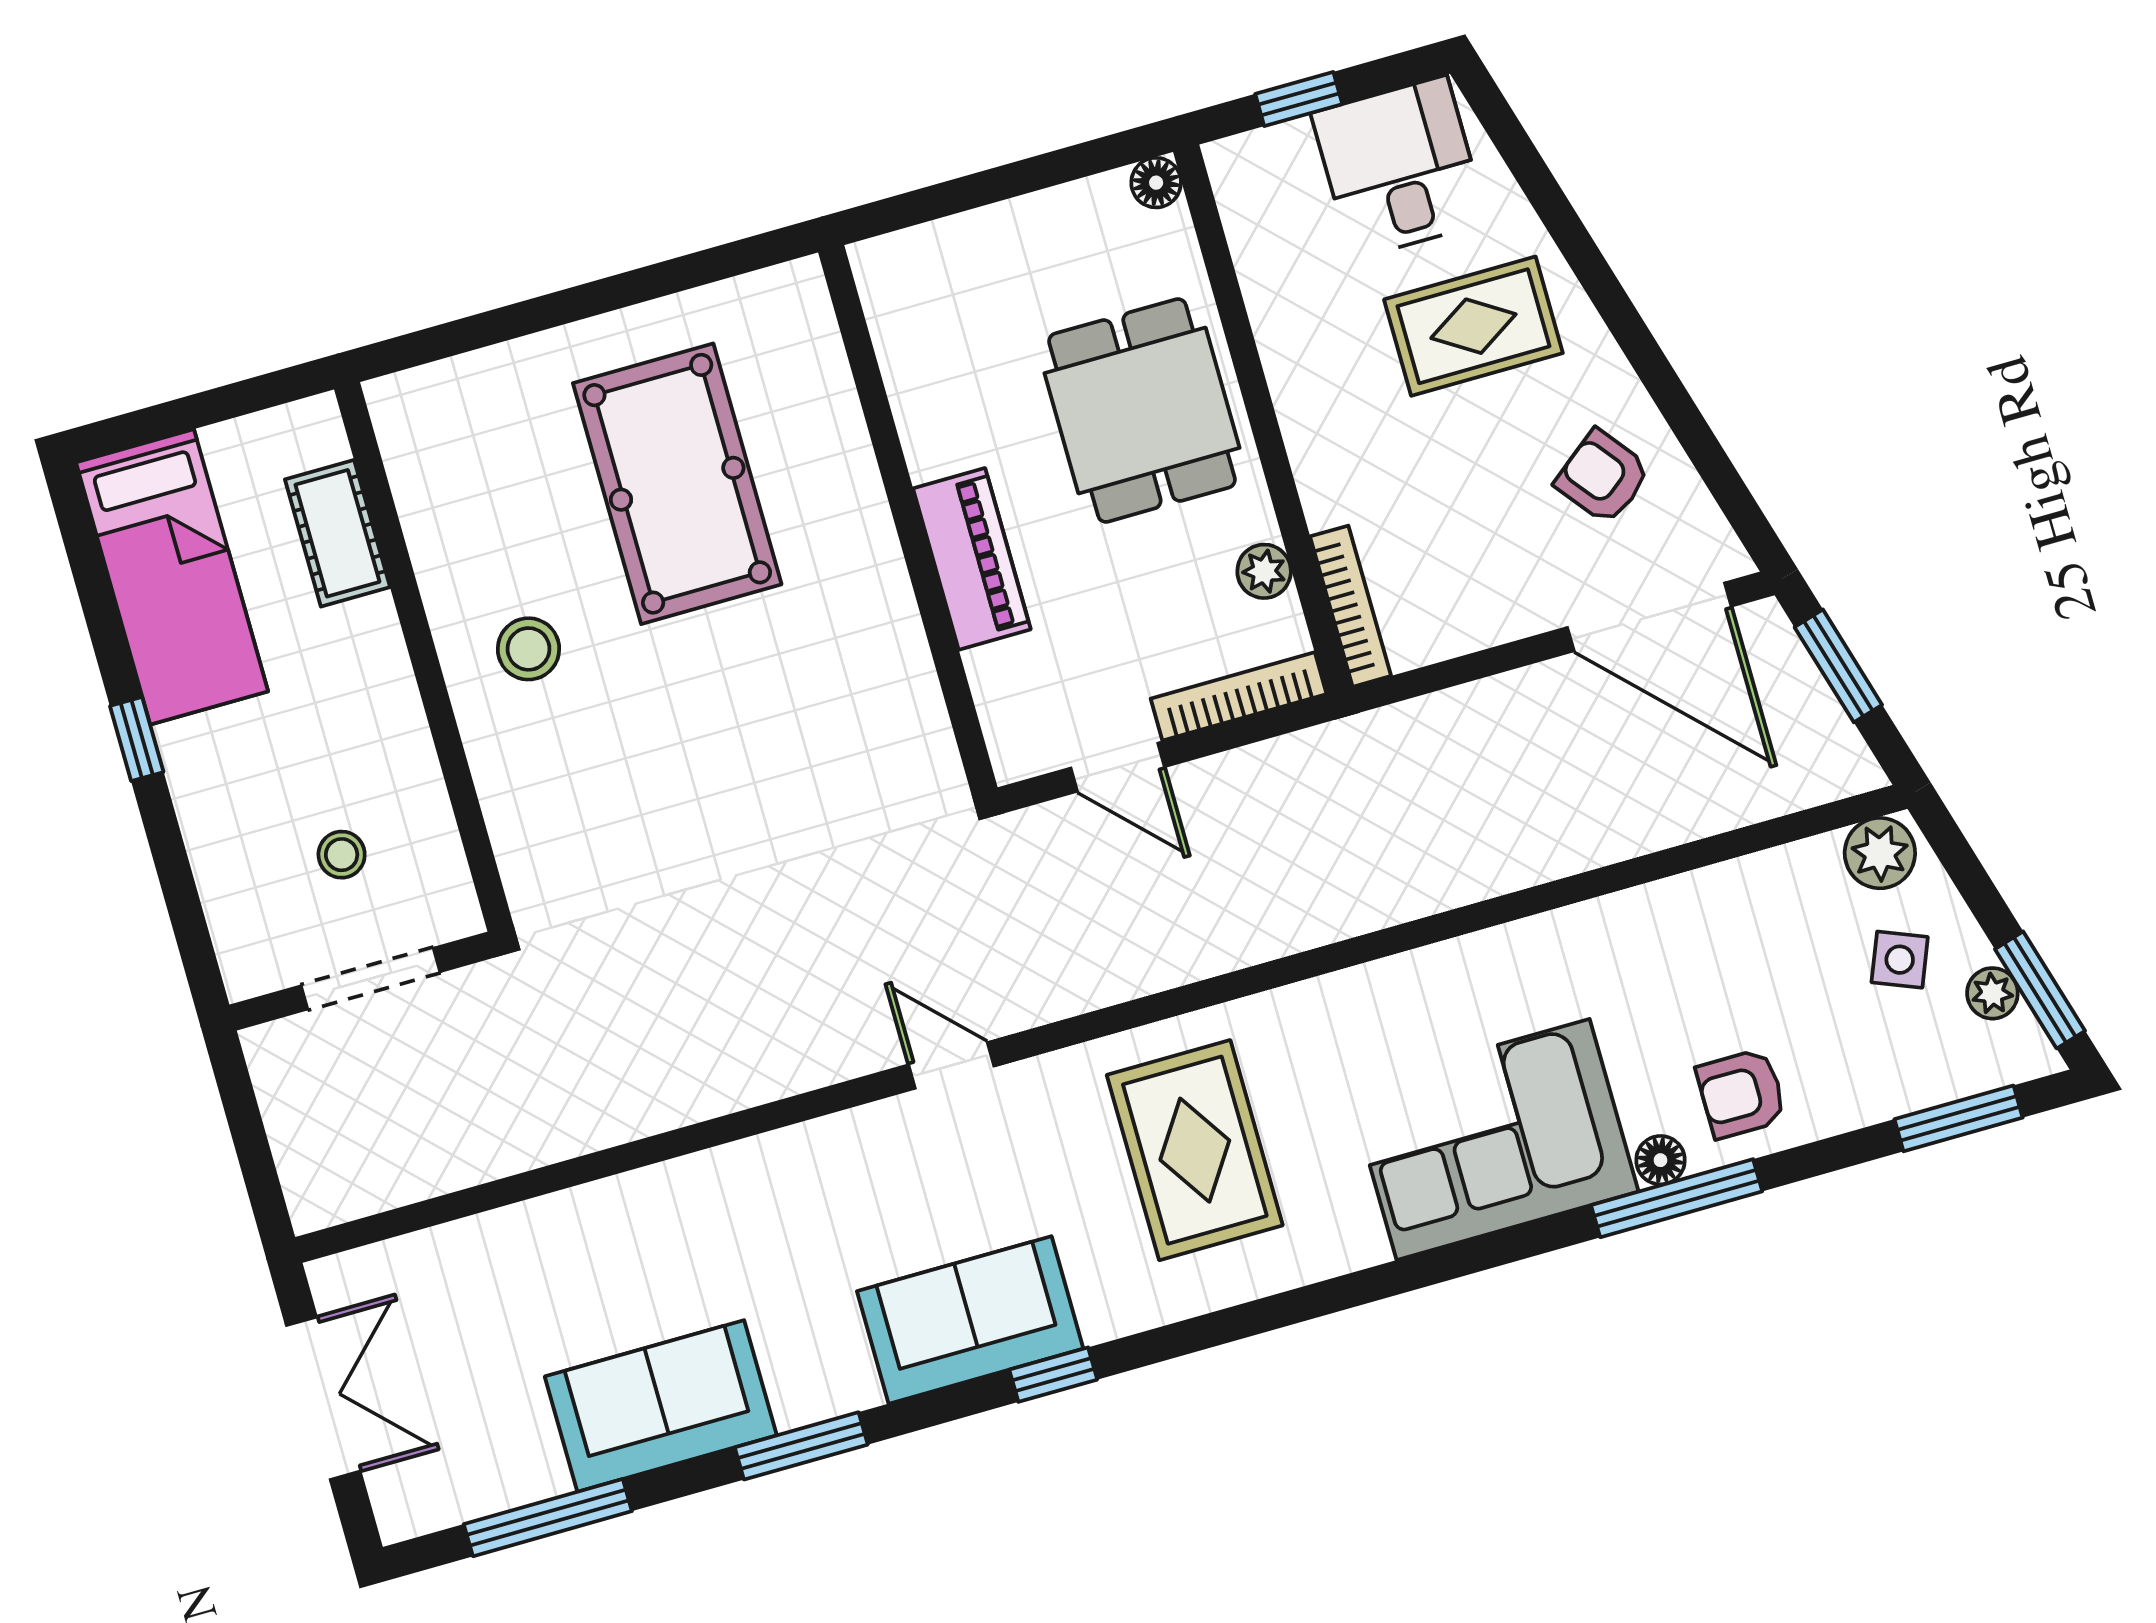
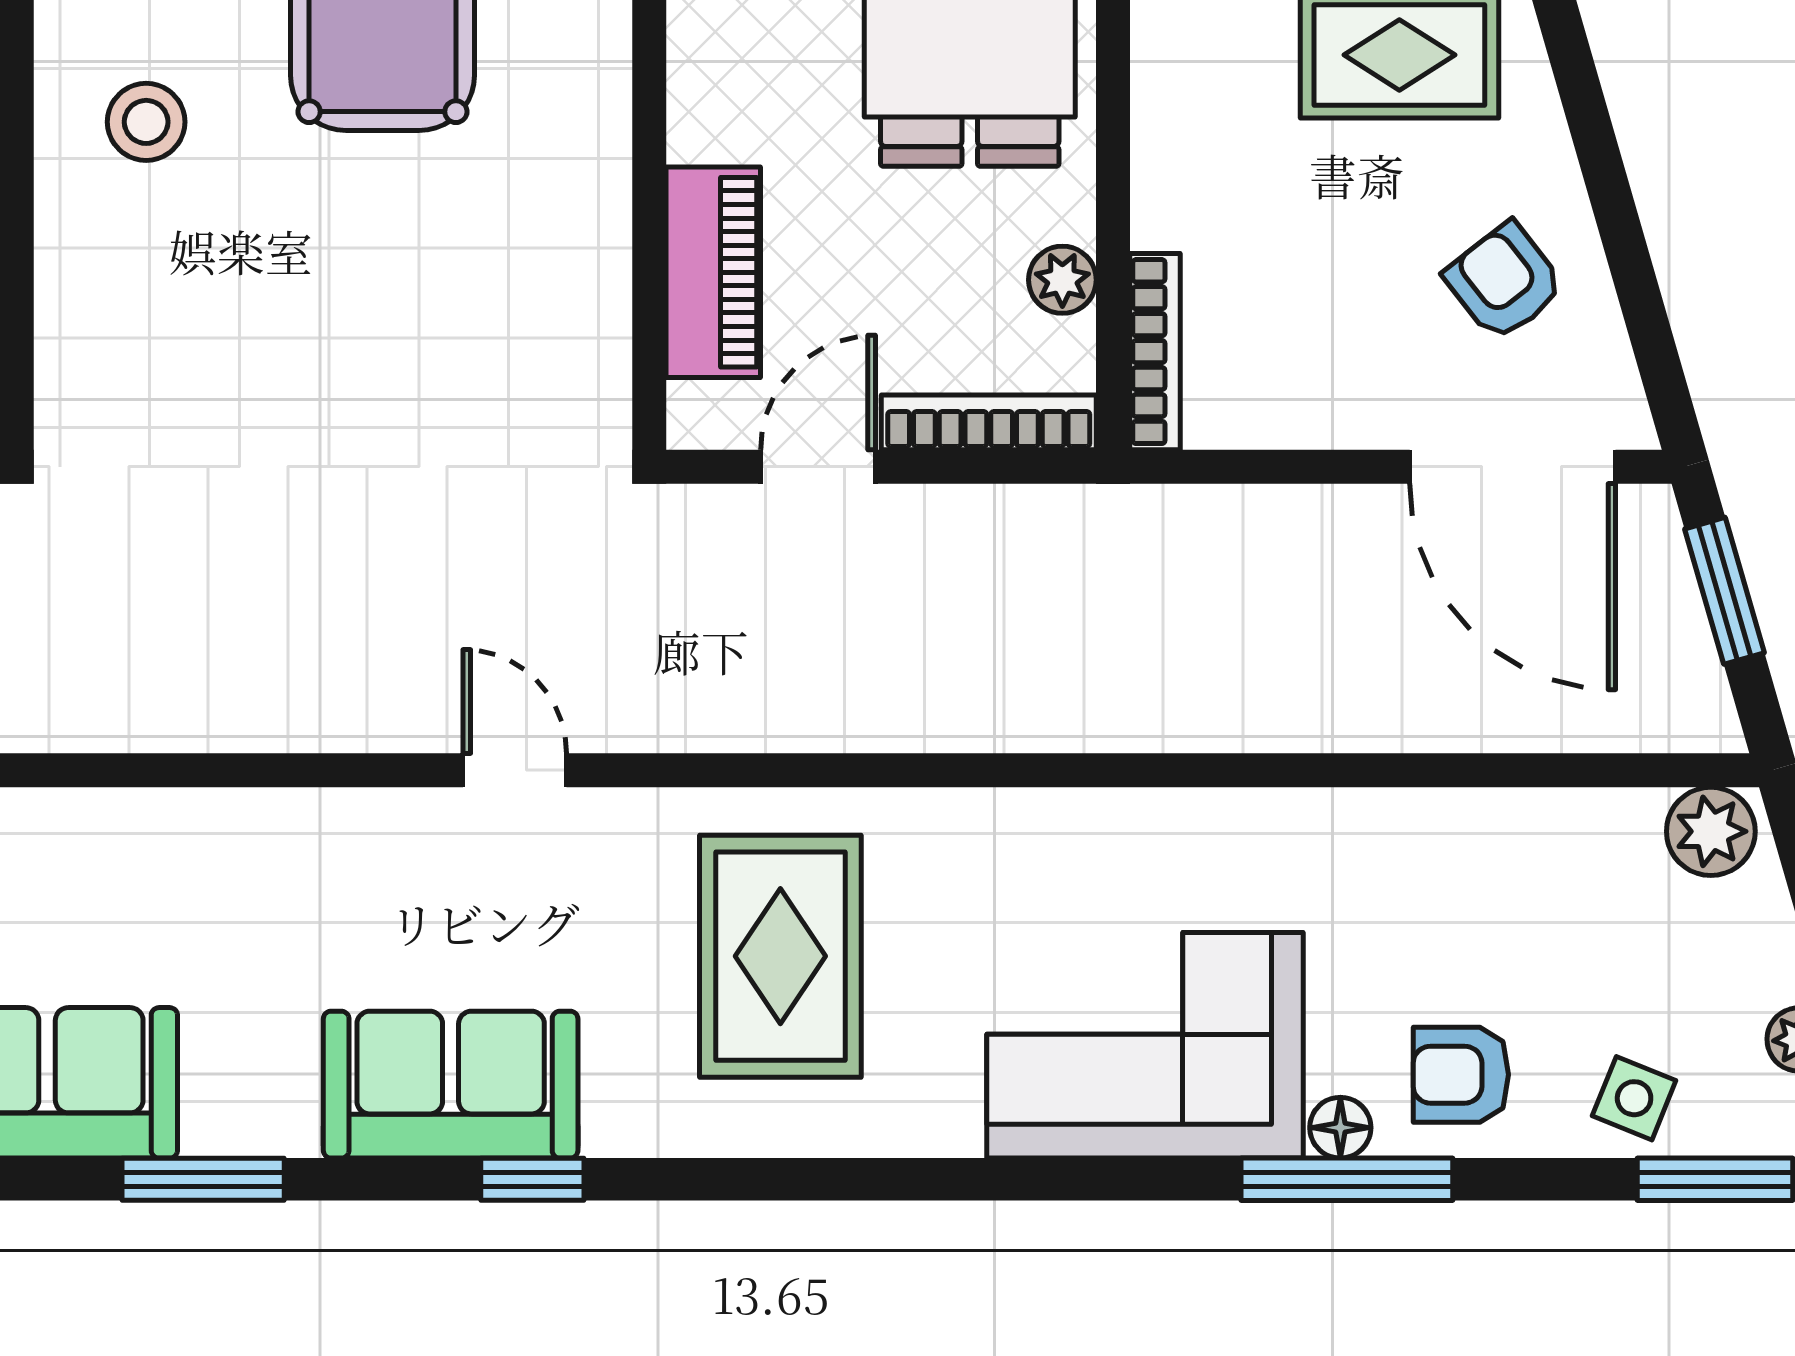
piano: (972, 559) -> (713, 272), moved
door: (1118, 767) -> (818, 467), swing flipped
side table: (1900, 960) -> (1634, 1098), moved

